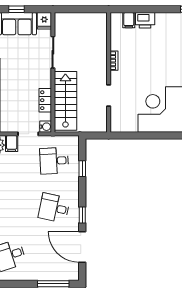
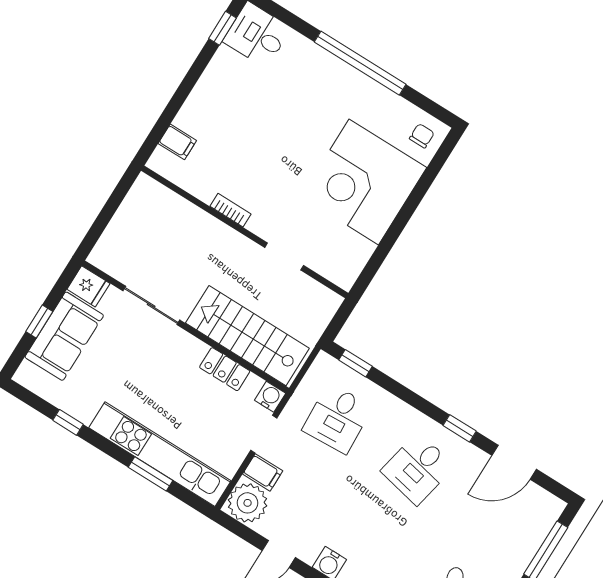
printer: (145, 20) -> (195, 114), removed
window: (82, 169) -> (356, 363), moved
door: (82, 247) -> (514, 462), width x0.73

